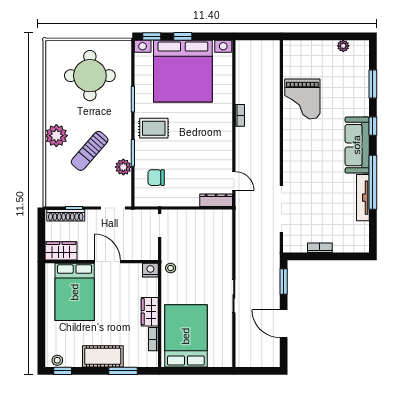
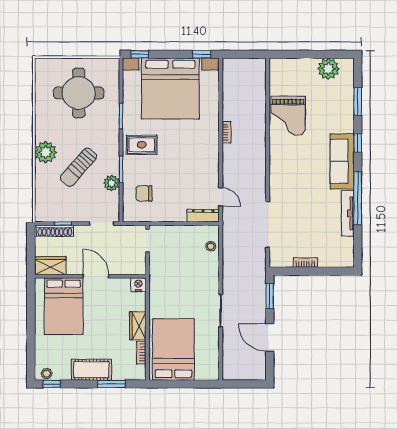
window: (183, 36) -> (202, 54), moved
plant: (343, 46) -> (328, 69), width x1.88, depth x1.88
stool: (171, 268) -> (211, 246), moved

